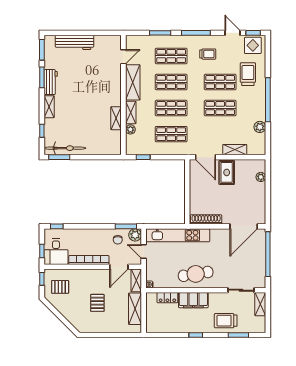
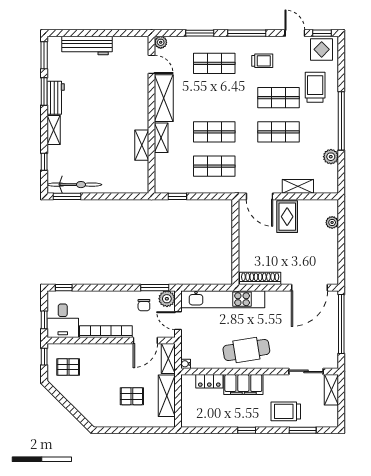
door: (123, 57) -> (151, 64), hinge flipped
shop shelf: (171, 82) -> (214, 98), removed
plant: (130, 129) -> (161, 42), moved
pallet: (97, 303) -> (132, 396), moved, turned 90

